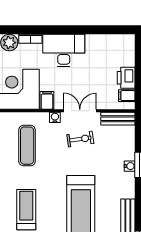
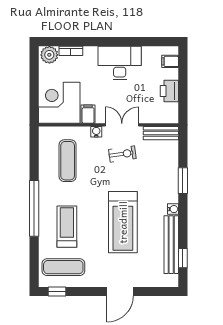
desk: (64, 51) -> (120, 63), moved
filing cabinet: (127, 96) -> (170, 61), moved
water cooler: (130, 166) -> (173, 209), moved

